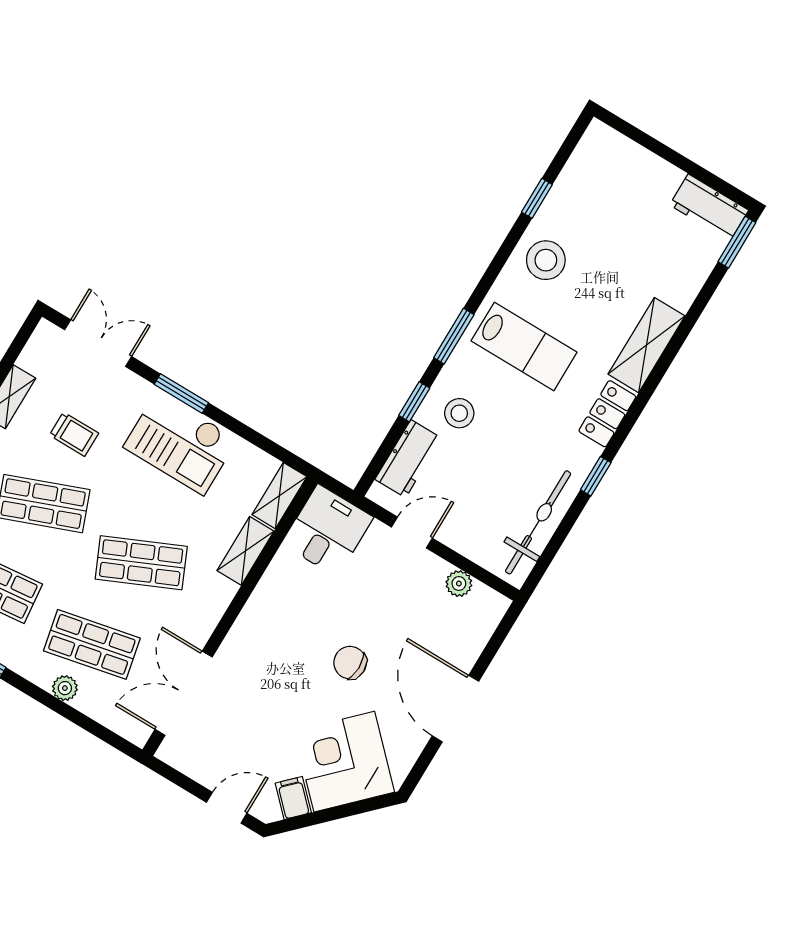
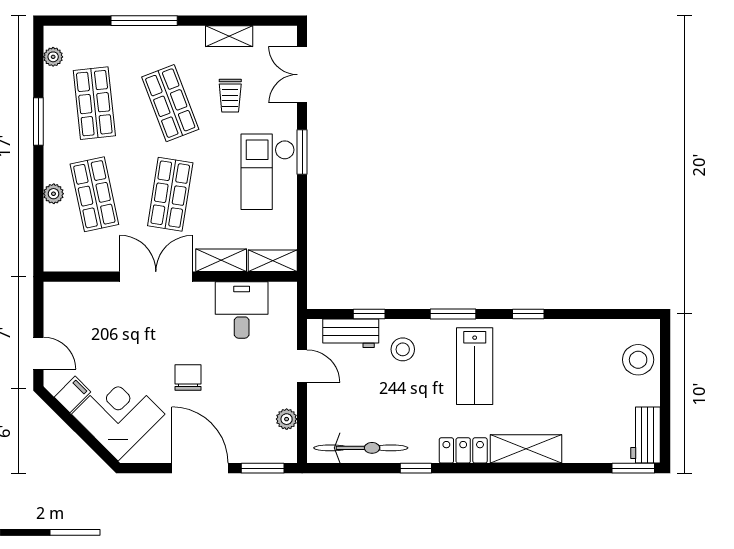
window: (537, 198) -> (528, 314), moved
stool: (546, 260) -> (638, 360), moved
double door: (98, 343) -> (302, 75), swing flipped
window: (414, 402) -> (369, 314), moved
desk: (328, 531) -> (242, 310), moved, turned -90
shop shelf: (141, 563) -> (170, 194), turned 33
window: (496, 641) -> (263, 468), added
double door: (184, 693) -> (156, 277), moved
door: (455, 709) -> (200, 468), hinge flipped

